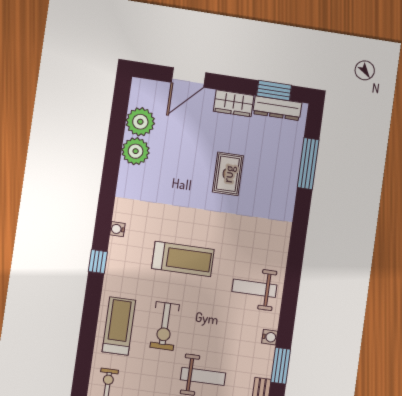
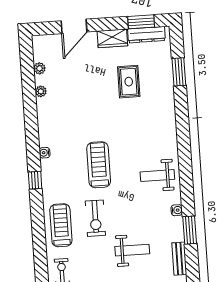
plant: (140, 122) -> (39, 68), width x0.53, depth x0.53
plant: (136, 151) -> (41, 91), width x0.53, depth x0.53
window: (308, 164) -> (179, 72), width x0.69
rug: (228, 174) -> (129, 82), moved
treadmill: (183, 259) -> (99, 165), turned -90

